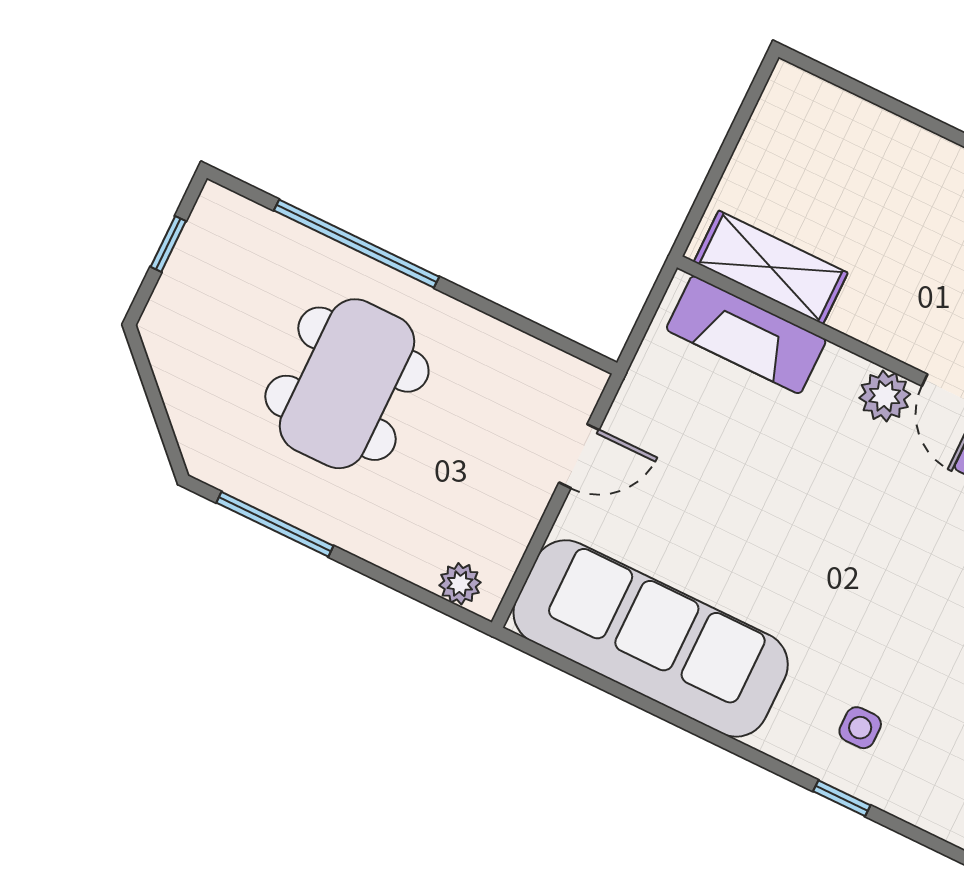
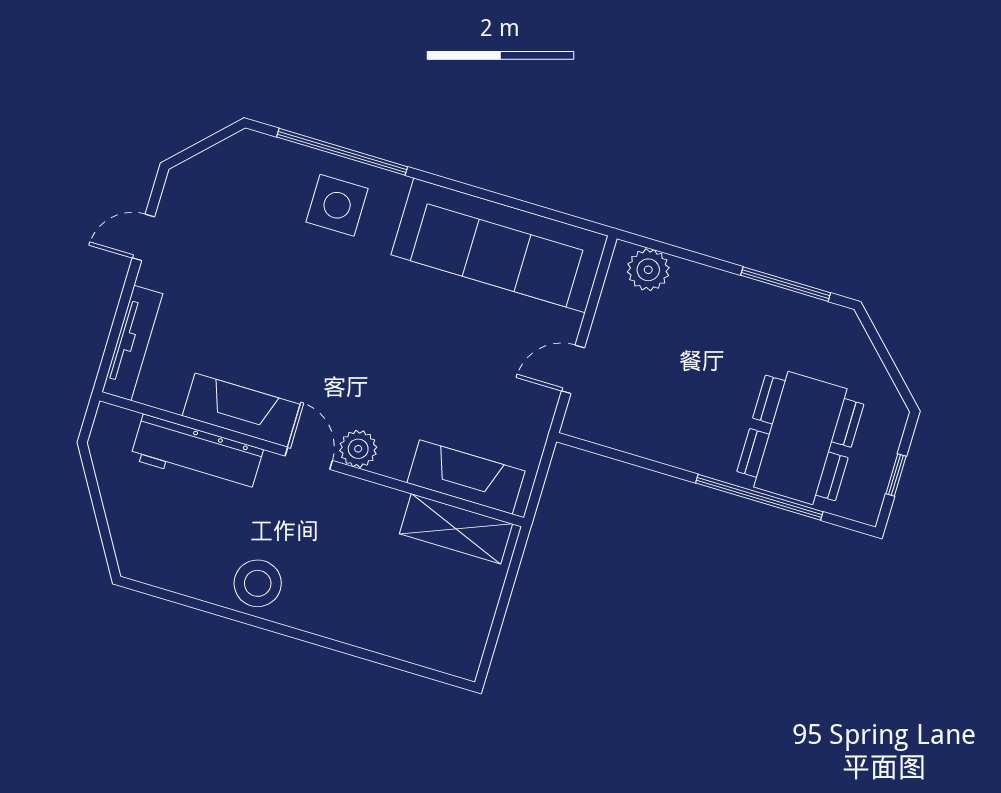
dining table: (347, 384) -> (800, 438), moved
plant: (460, 584) -> (648, 270), width x1.38, depth x1.38
side table: (860, 728) -> (337, 205), width x1.87, depth x1.87
window: (842, 798) -> (342, 152), width x3.17

